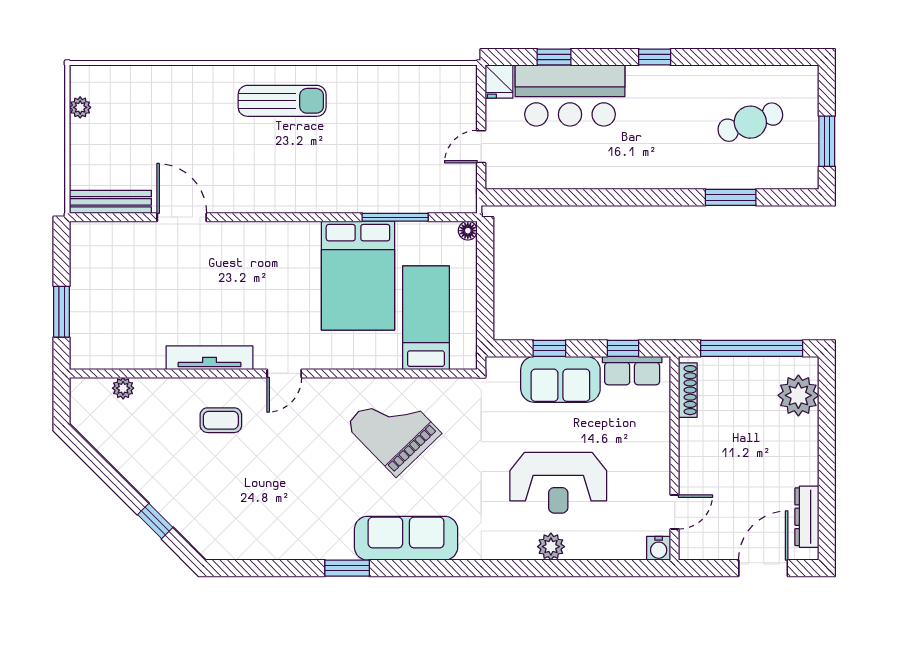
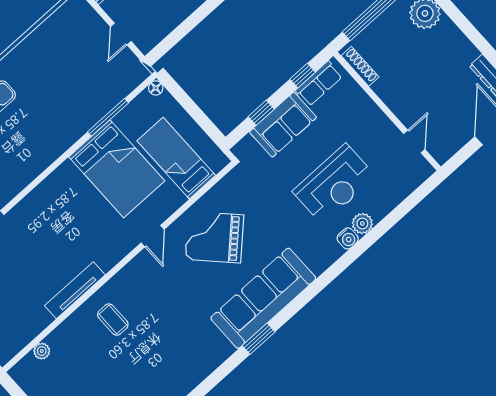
door: (284, 373) -> (153, 236), moved
coffee table: (221, 420) -> (113, 320), turned 90
sofa: (406, 538) -> (263, 298), width x1.36, depth x1.27
water cooler: (659, 548) -> (348, 238), moved

